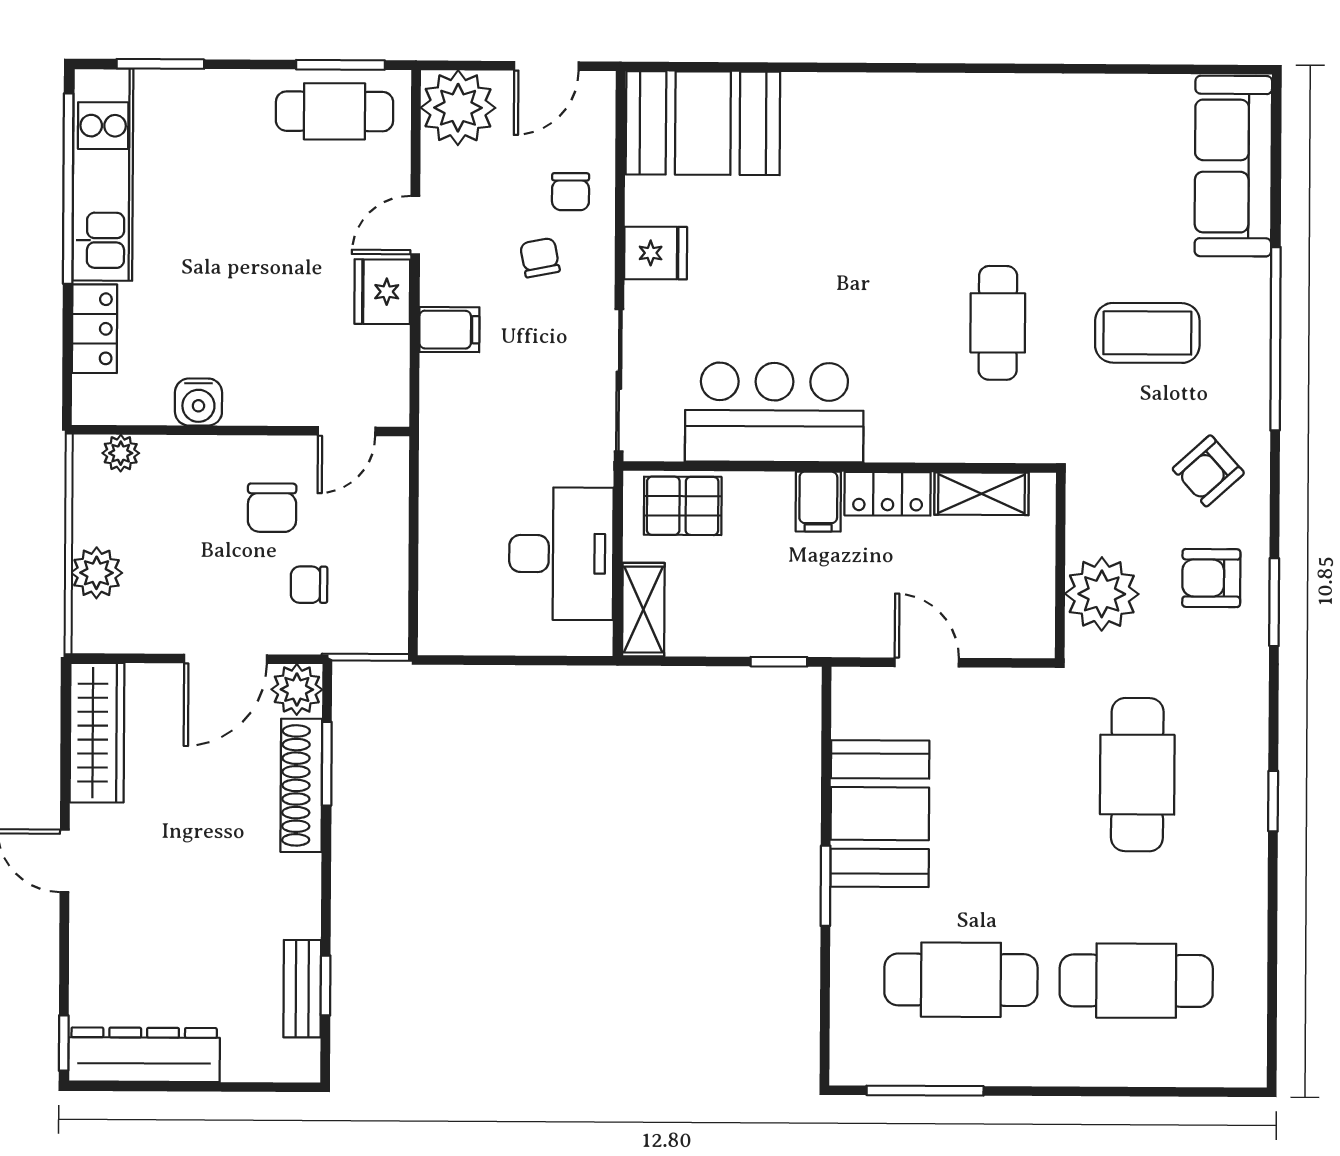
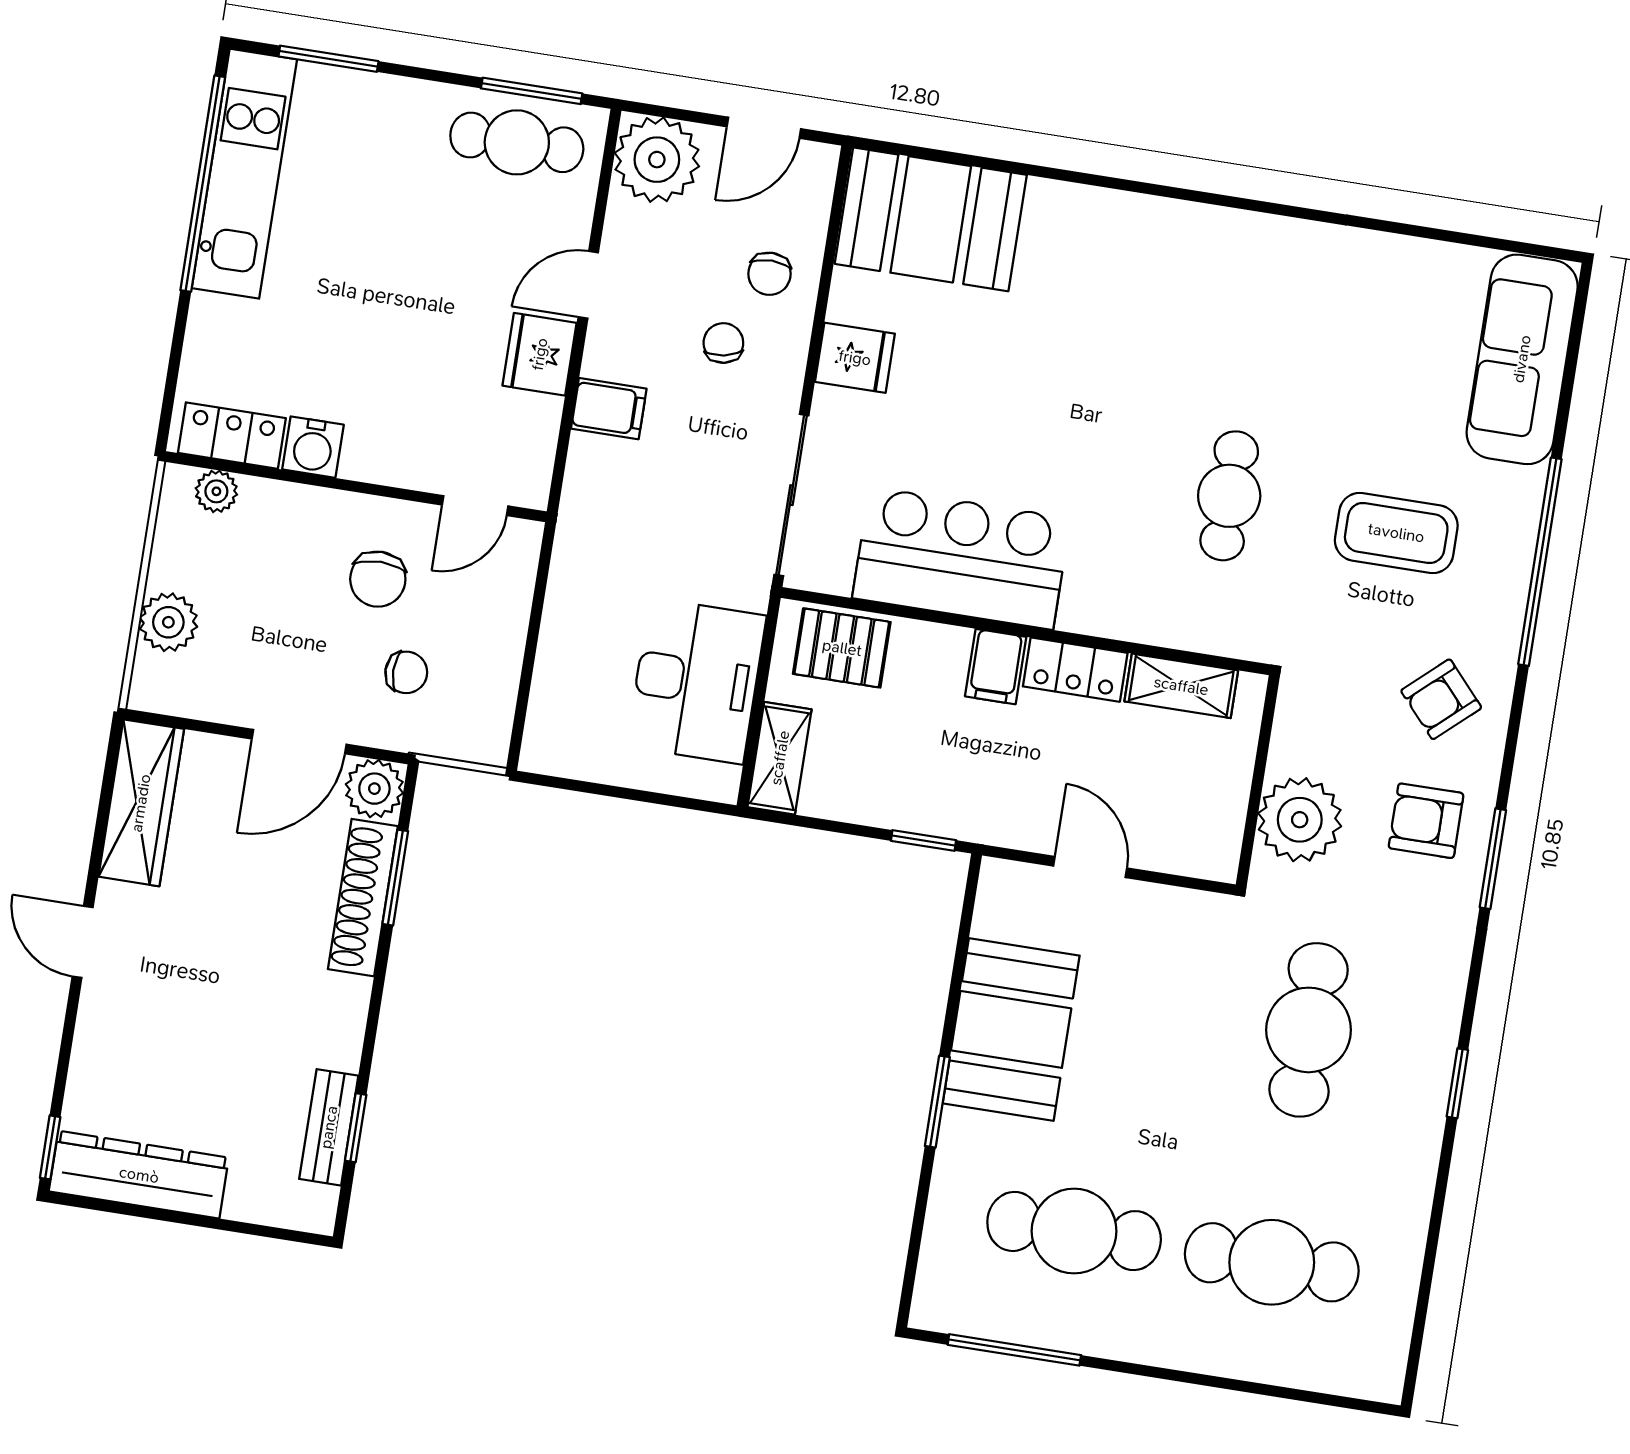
locker: (95, 329) -> (232, 436), moved, turned -90
chair: (309, 585) -> (406, 672), turned 180

